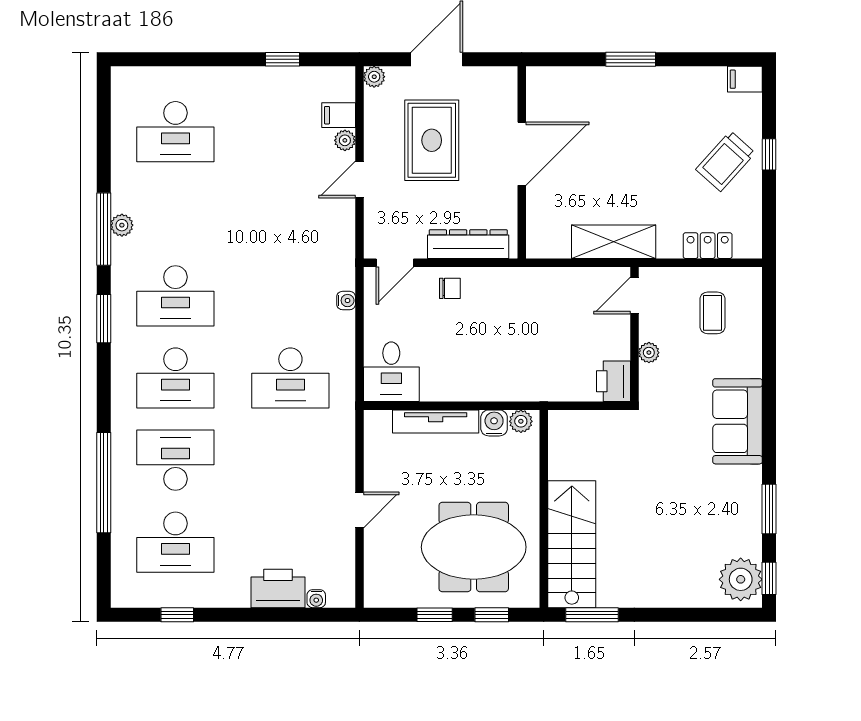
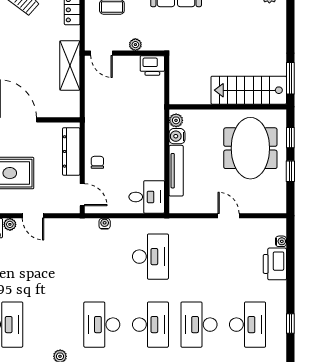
desk: (175, 296) -> (102, 325), turned 180

